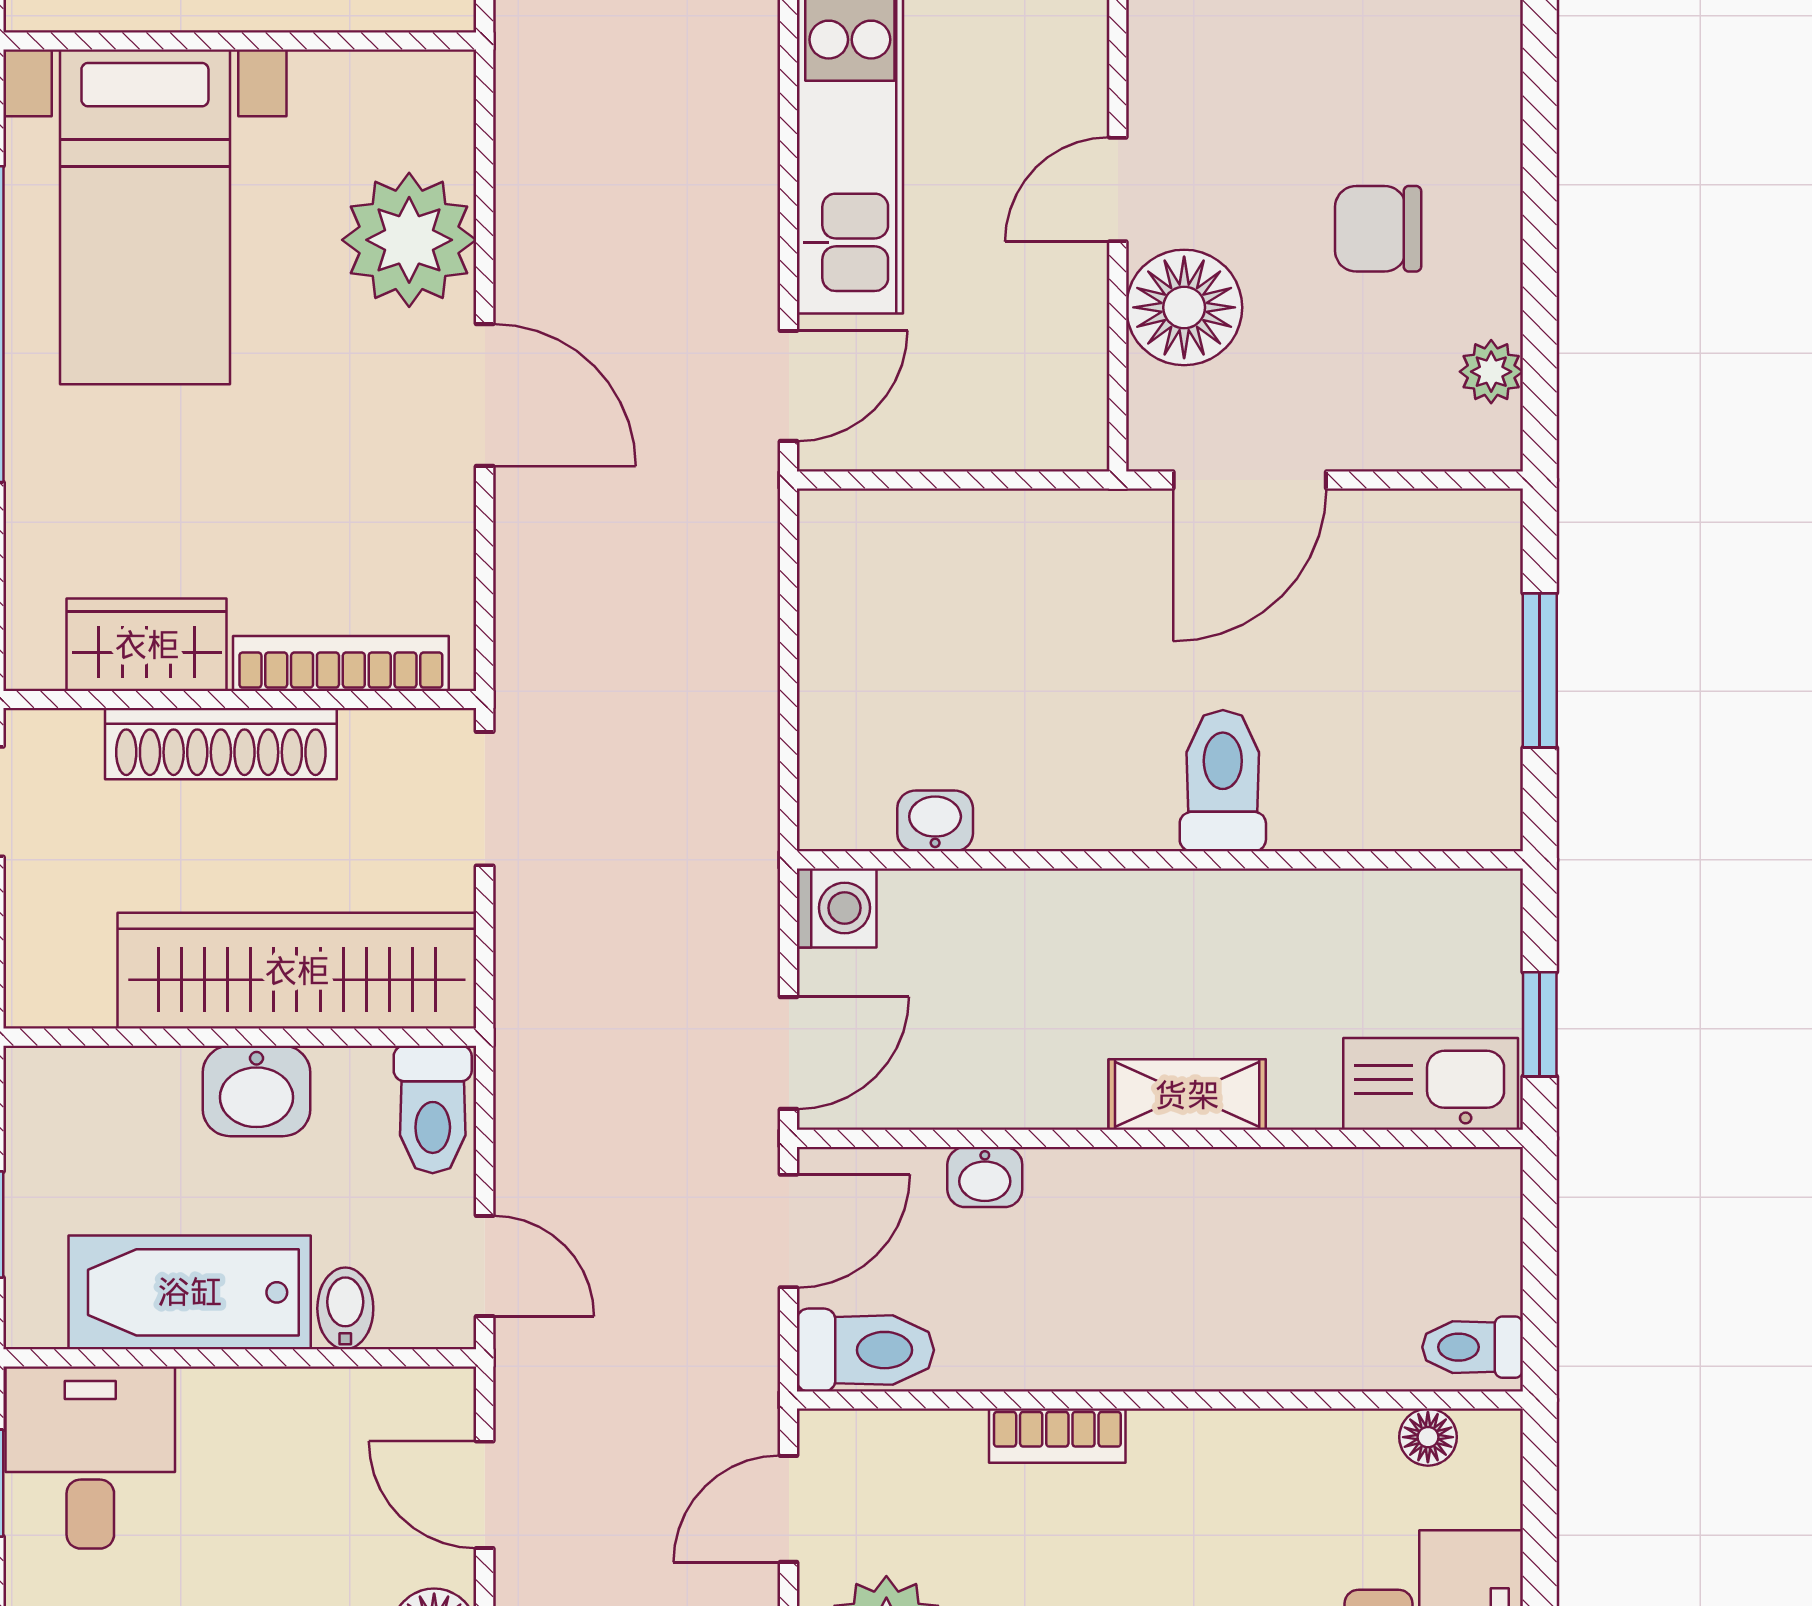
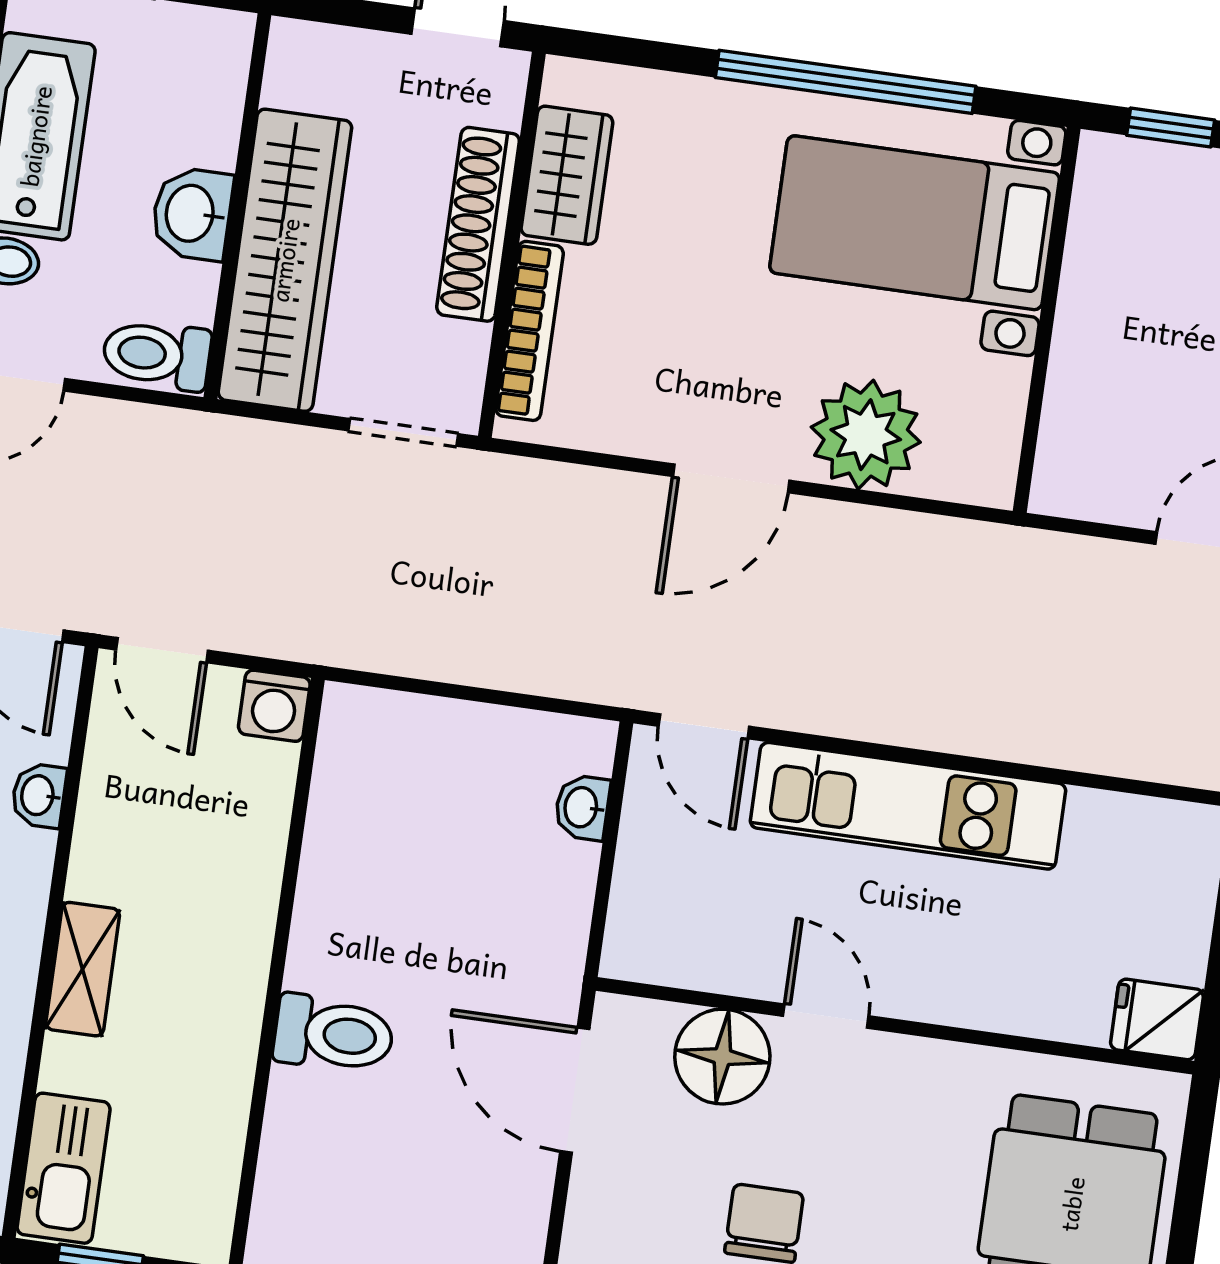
washbasin: (935, 821) -> (582, 807), moved, turned 180

